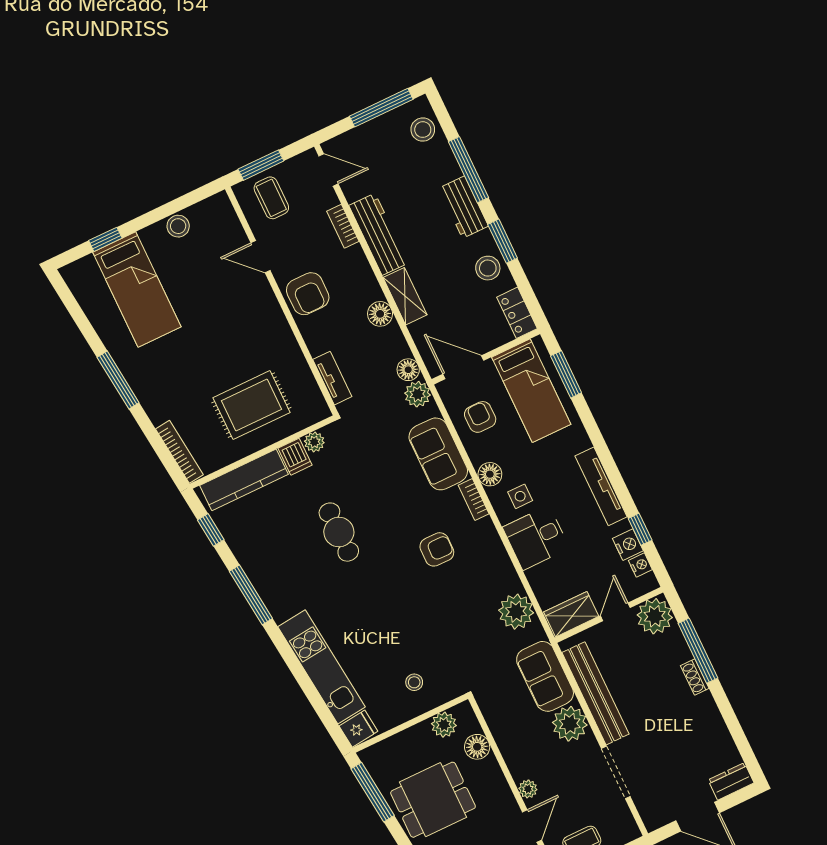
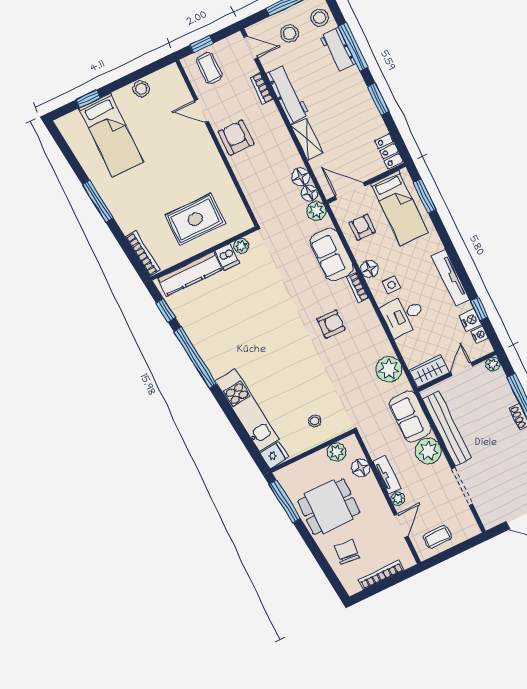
window: (261, 165) -> (202, 44), width x0.67
workbench: (464, 207) -> (338, 50), moved
stool: (488, 268) -> (290, 33), moved
armchair: (308, 294) -> (236, 138), turned 180
floor lamp: (380, 314) -> (301, 177), moved
tv unit: (332, 378) -> (387, 475), moved
cafe table: (339, 532) -> (259, 312), removed
window: (251, 595) -> (195, 358), width x1.46
plant: (655, 616) -> (493, 364), width x0.53, depth x0.53

